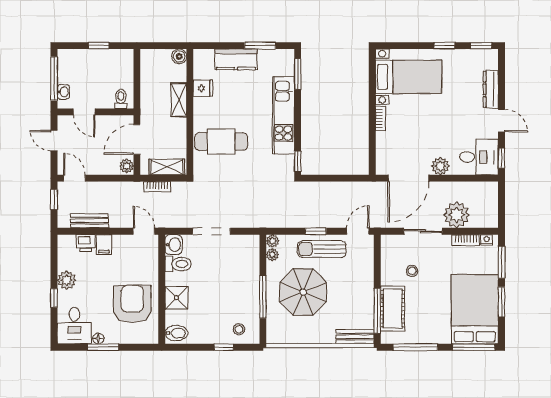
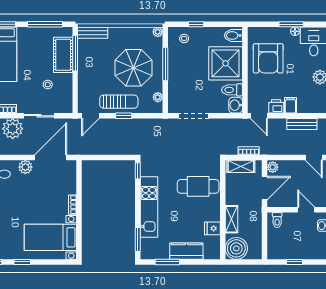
boiler: (179, 56) -> (236, 248), width x1.86, depth x1.86
doorway: (211, 231) -> (194, 116), moved
plant: (273, 241) -> (158, 32), moved
printer: (86, 243) -> (276, 106), moved
shower: (176, 298) -> (226, 63), width x1.86, depth x1.86

